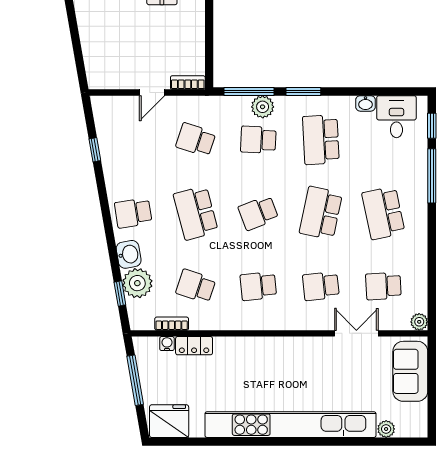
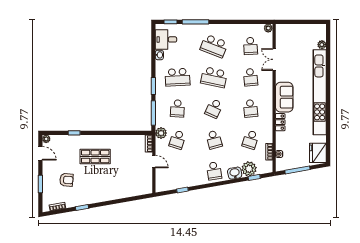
plant: (263, 107) -> (161, 133), moved
school desk: (196, 213) -> (214, 140), width x0.54
school desk: (258, 213) -> (214, 108), turned 45
school desk: (383, 213) -> (214, 46), turned 33
locker: (194, 346) -> (280, 122), moved
sofa: (410, 371) -> (284, 97), moved, turned -90

